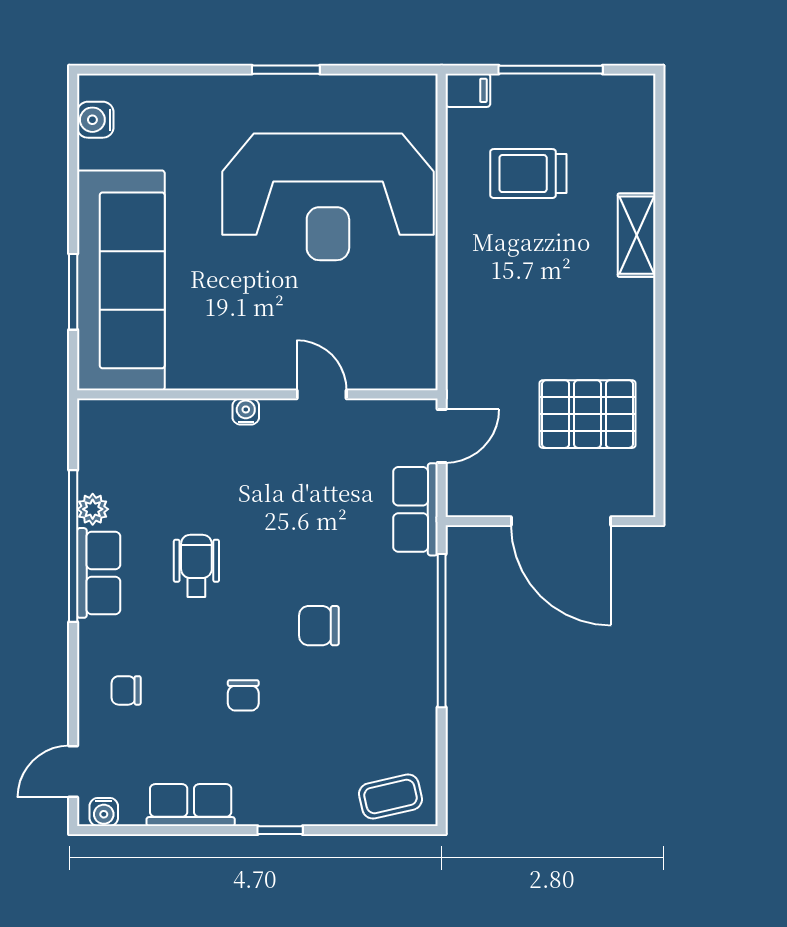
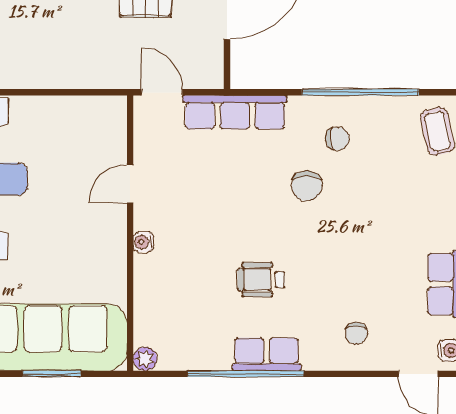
plant: (93, 509) -> (145, 359), moved
row of seats: (415, 509) -> (235, 112), width x1.48
window: (442, 631) -> (360, 92), moved
chair: (243, 695) -> (337, 139), moved

